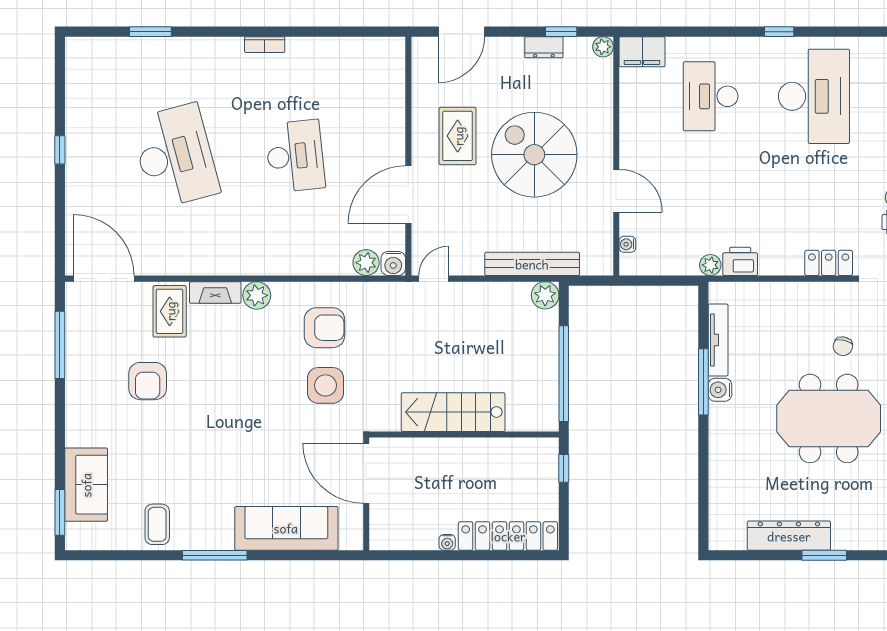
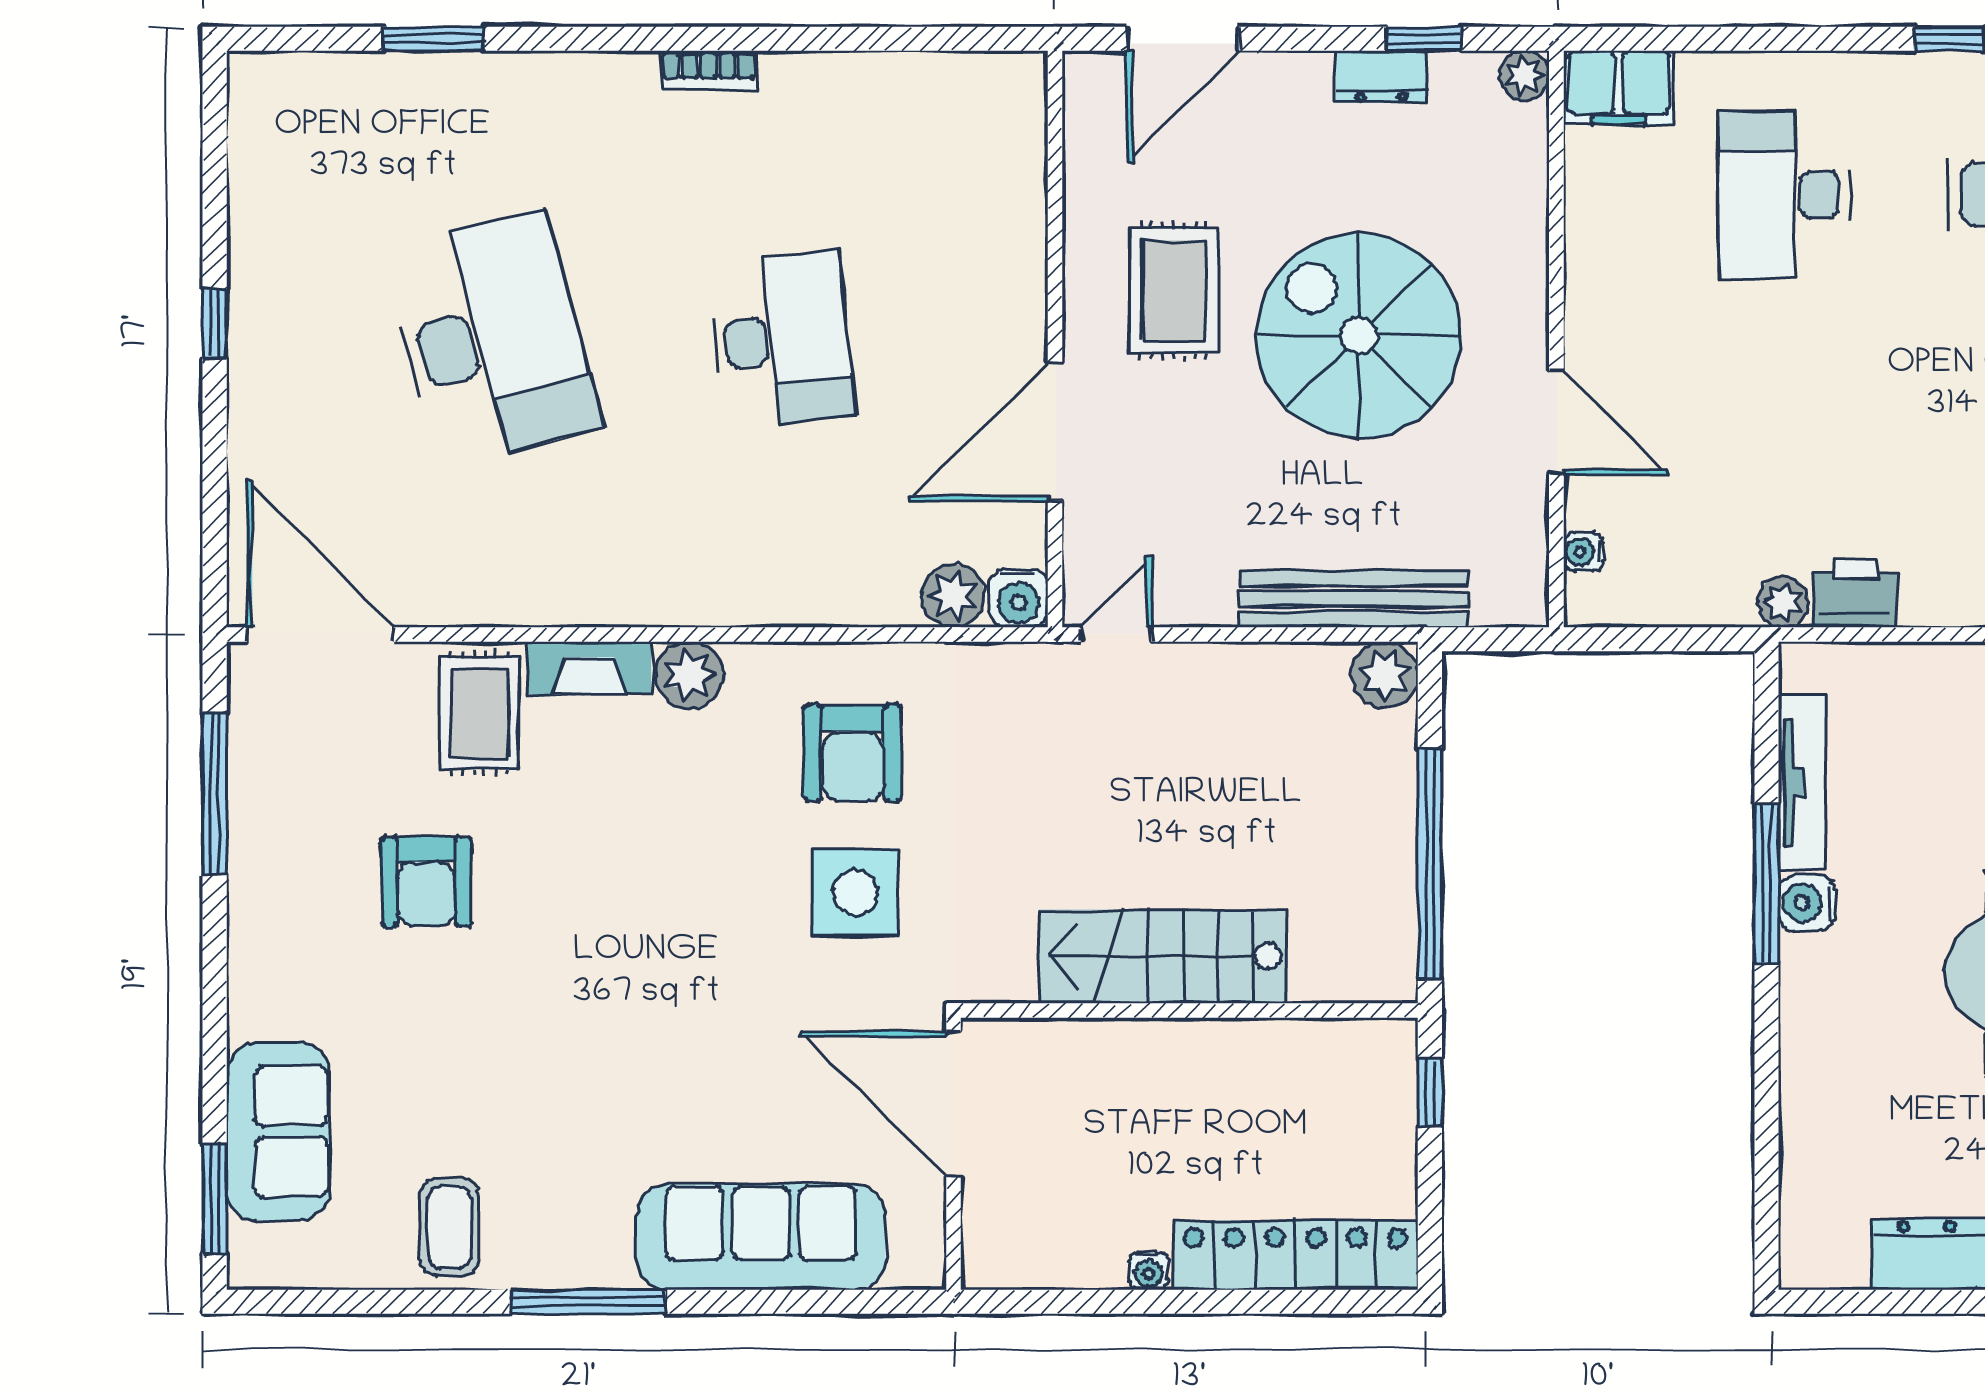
armchair: (324, 328) -> (853, 753), turned 90

